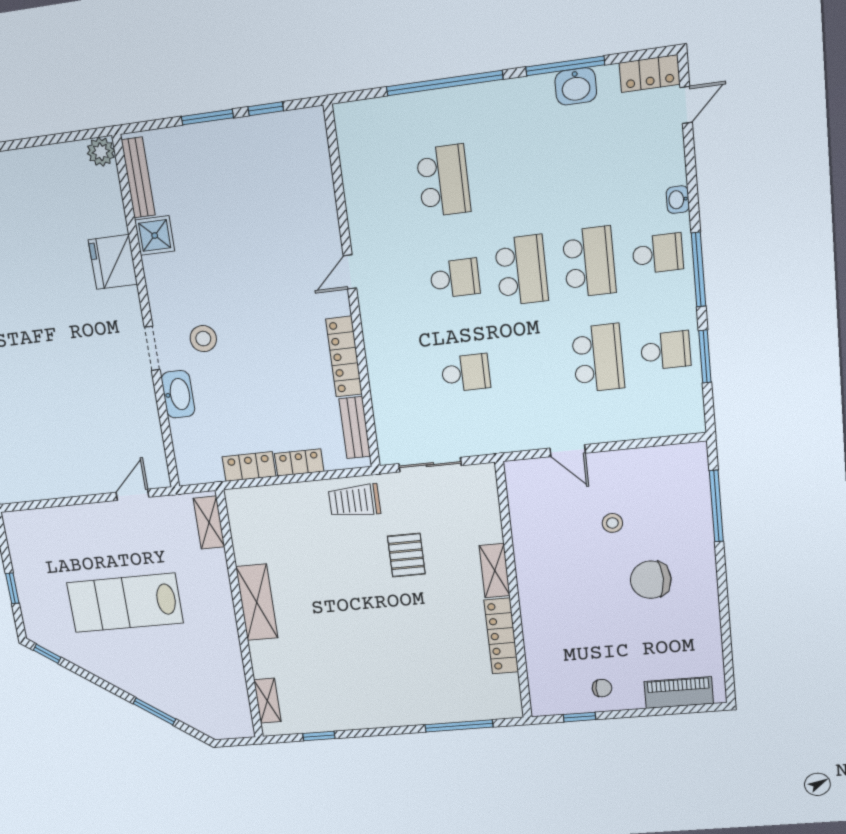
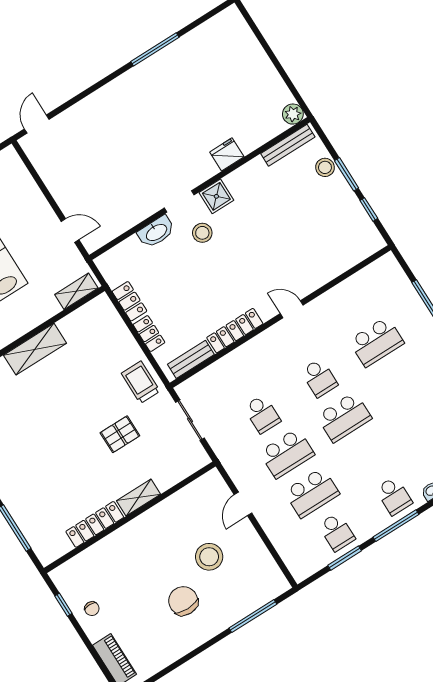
stool: (186, 142) -> (325, 167), added
shower: (155, 236) -> (216, 196), moved
fridge: (113, 262) -> (227, 154), width x0.73, depth x0.75
school desk: (589, 262) -> (287, 453), moved
stool: (612, 523) -> (209, 557), width x1.89, depth x1.89

